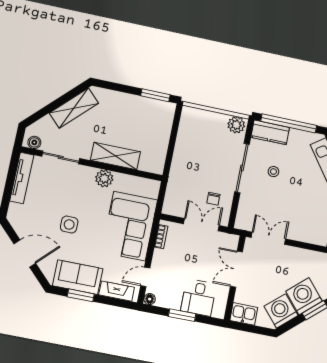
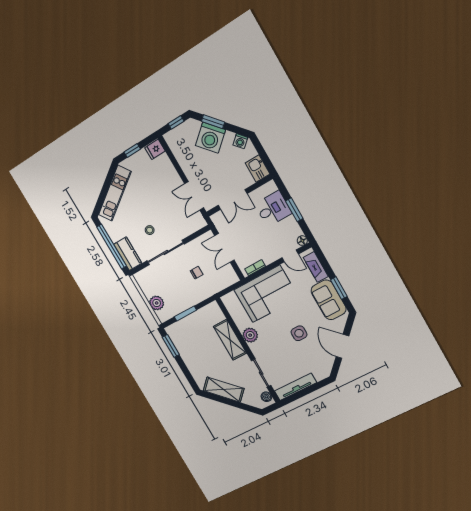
plant: (236, 125) -> (157, 303), moved
window: (173, 136) -> (185, 313), added
chair: (213, 199) -> (197, 273), moved
washing machine: (281, 311) -> (240, 141), width x0.53, depth x0.53

